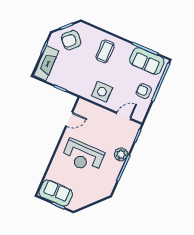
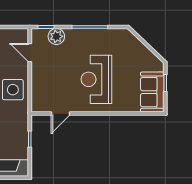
door: (69, 119) -> (61, 114), swing flipped
plant: (121, 154) -> (56, 36), moved
reception desk: (83, 156) -> (96, 79), turned 180

